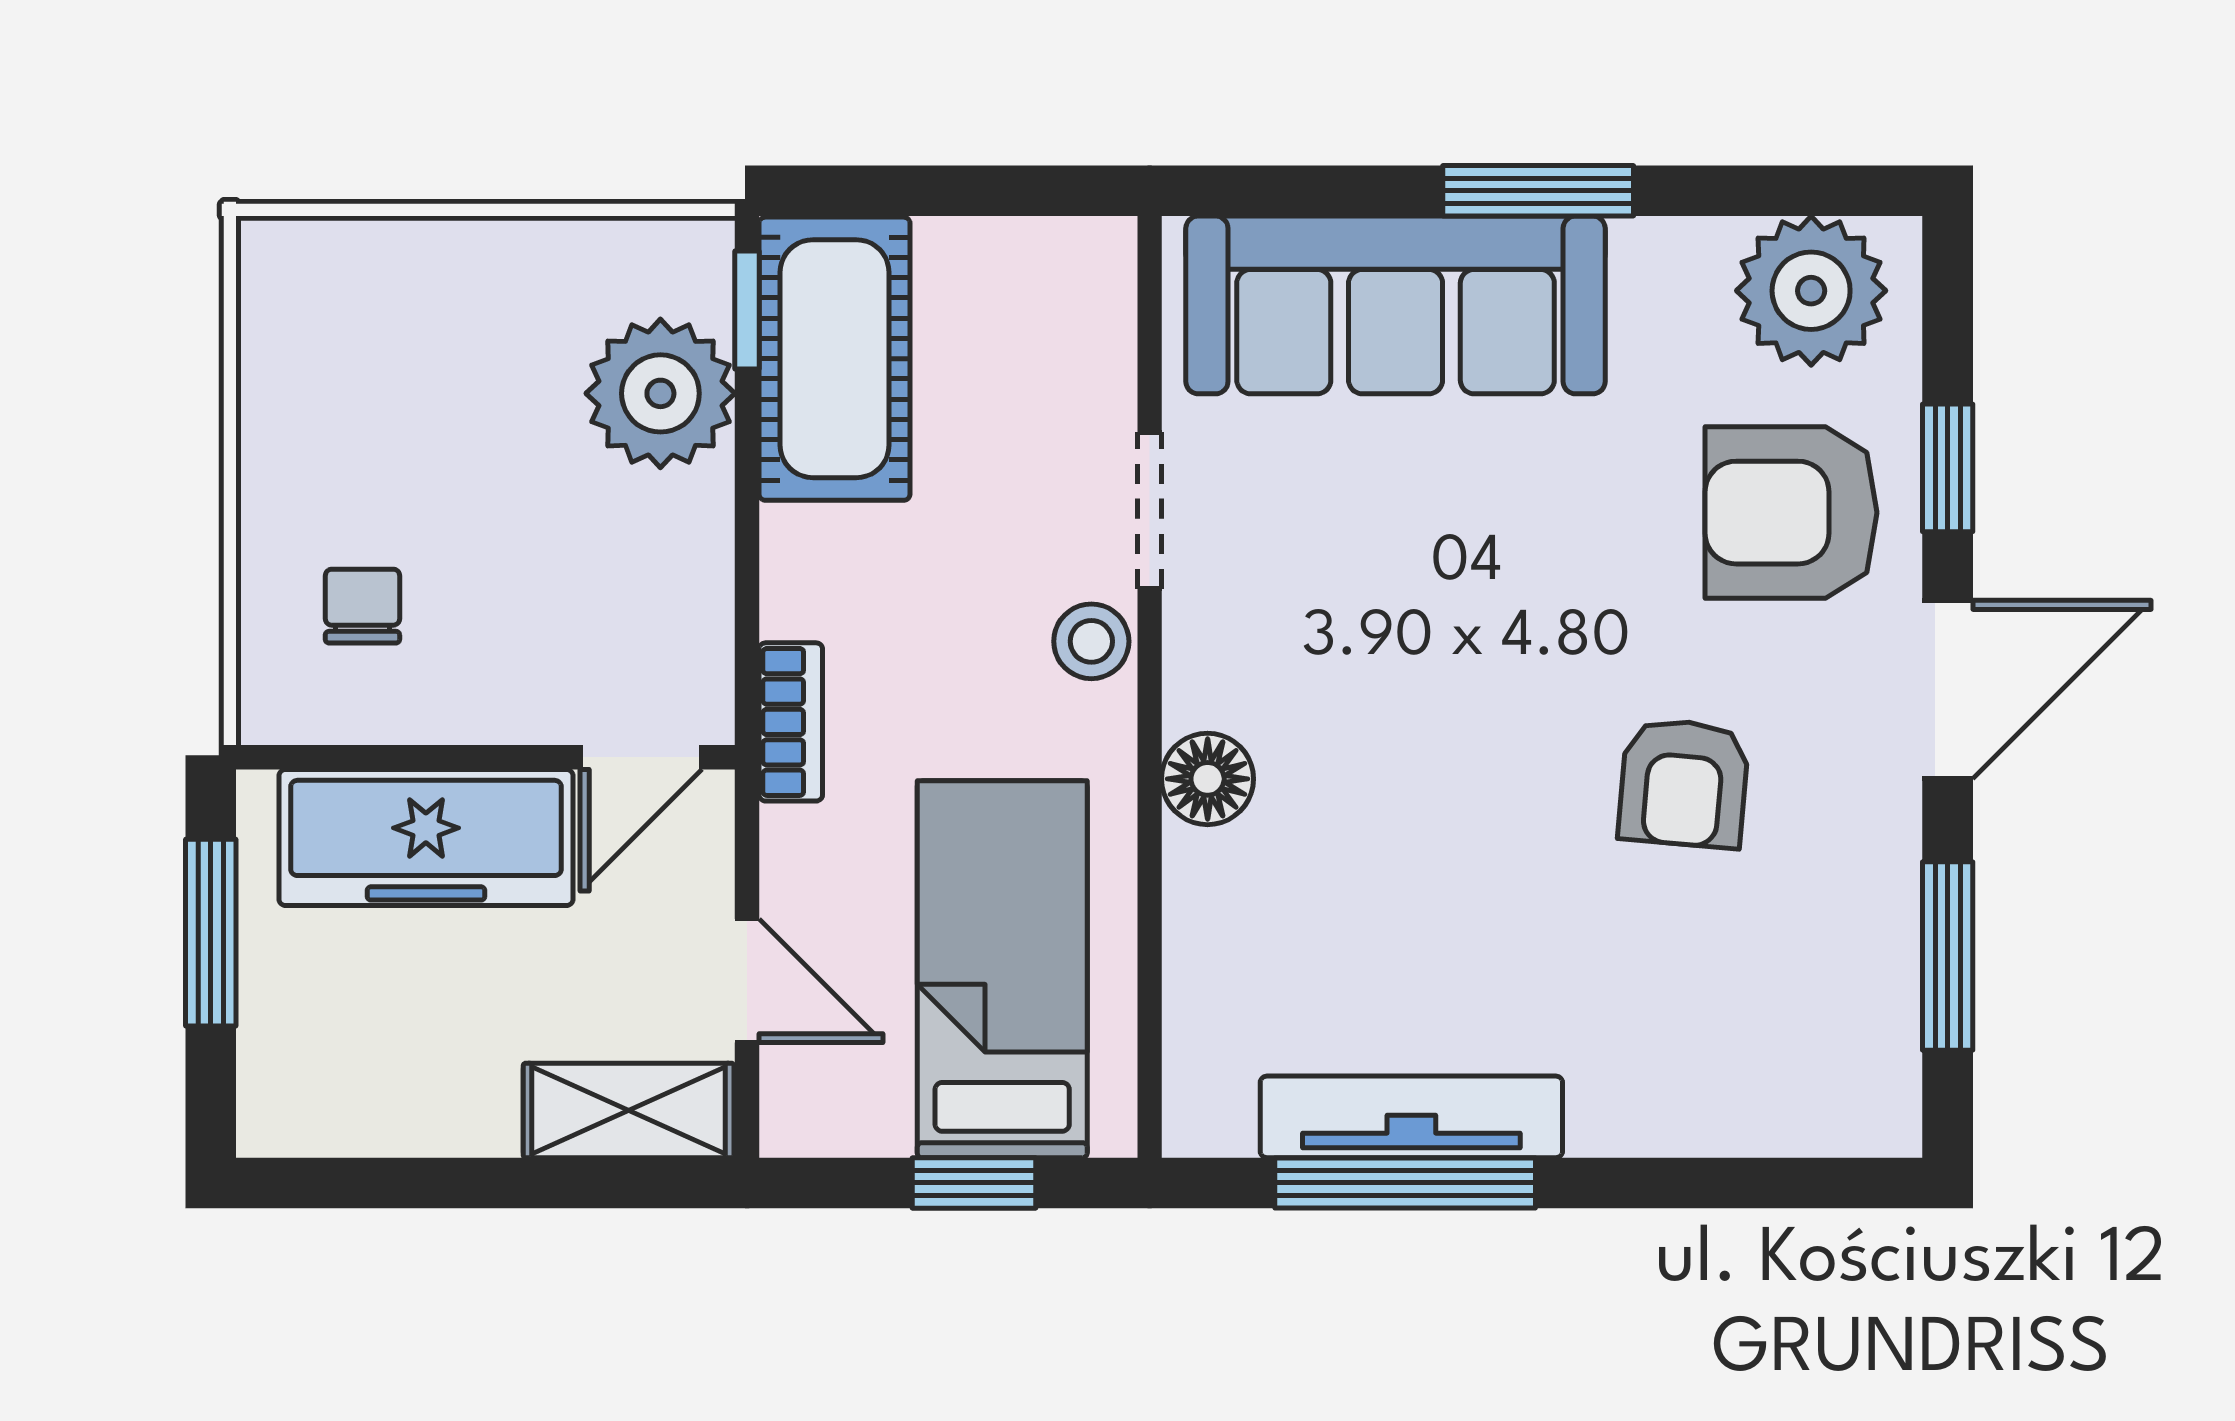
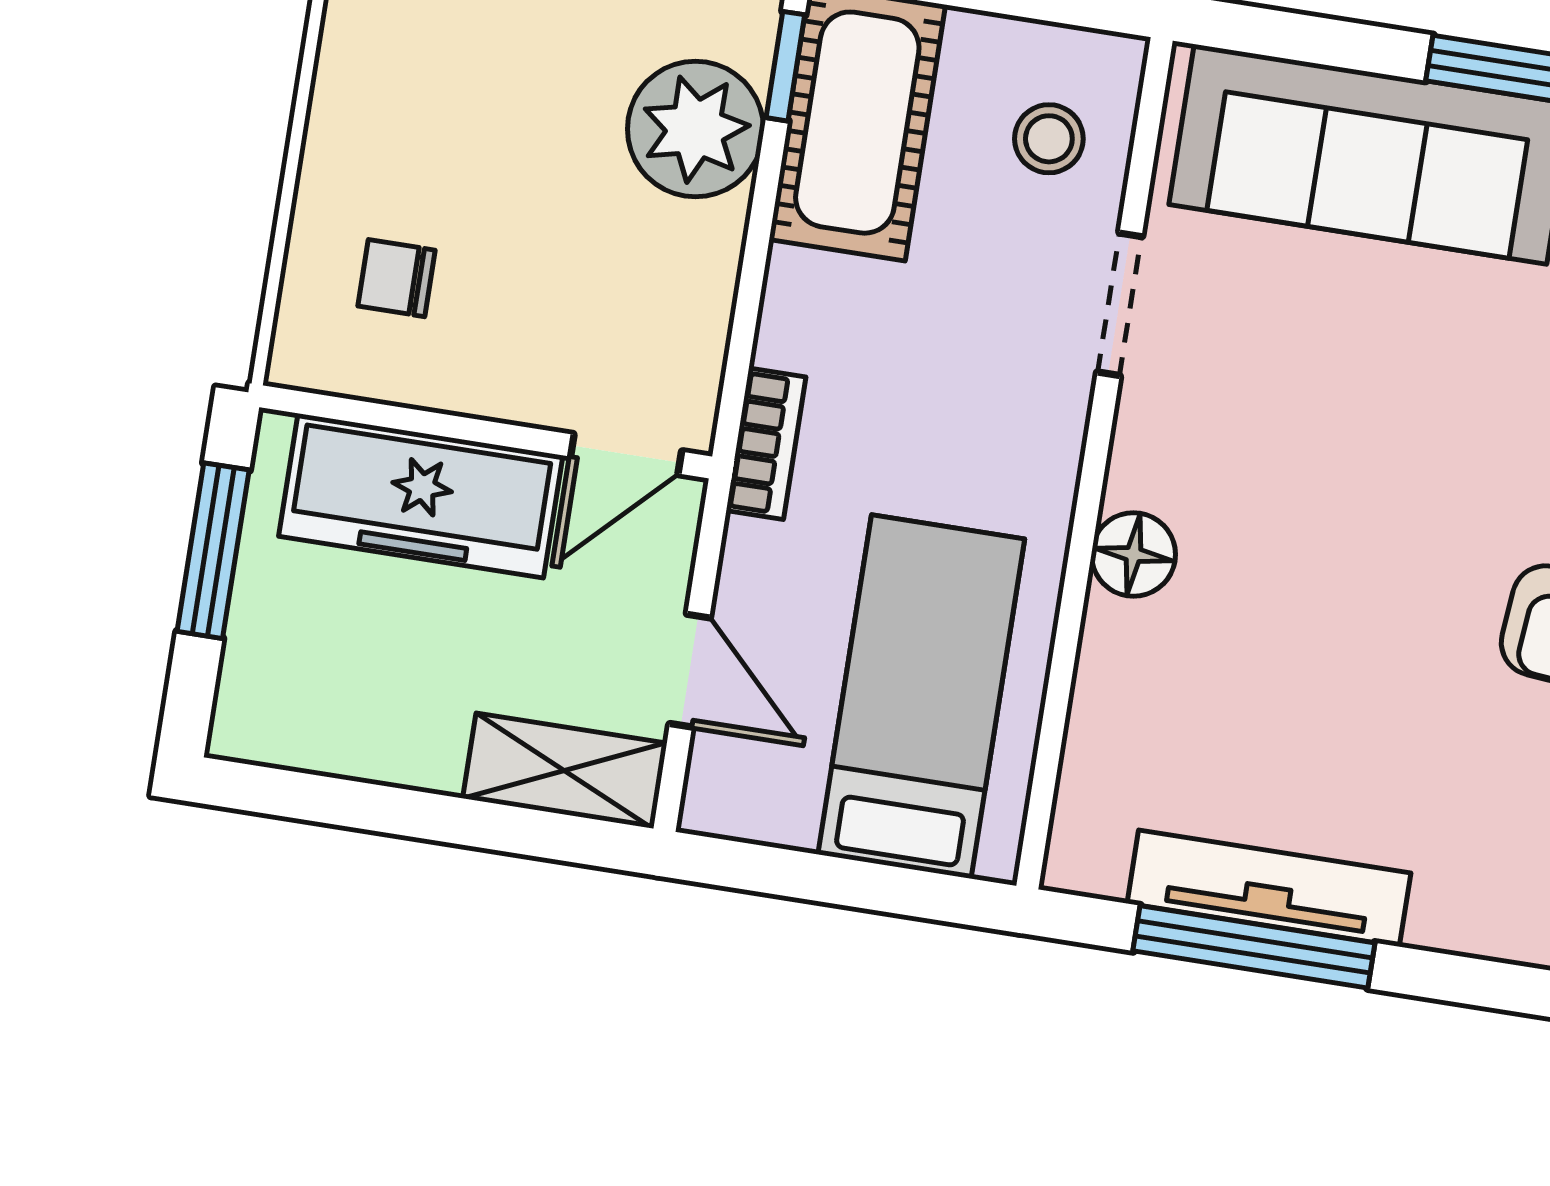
chair: (362, 606) -> (397, 278), turned -90
stool: (1091, 641) -> (1049, 139), moved
window: (974, 1183) -> (865, 885), removed

